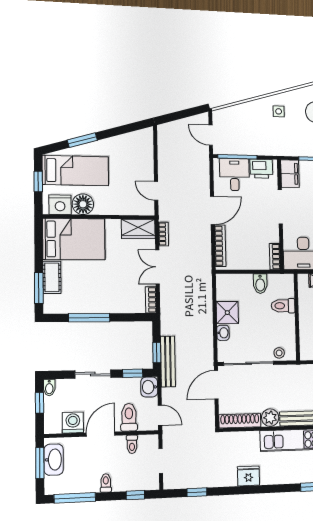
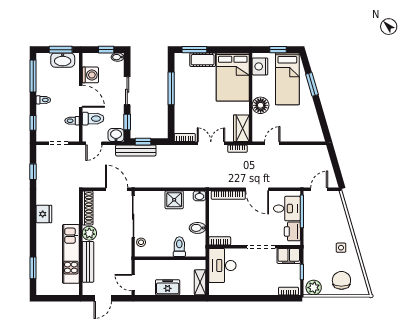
floor lamp: (83, 204) -> (261, 105), moved
washbasin: (223, 333) -> (199, 196), moved

